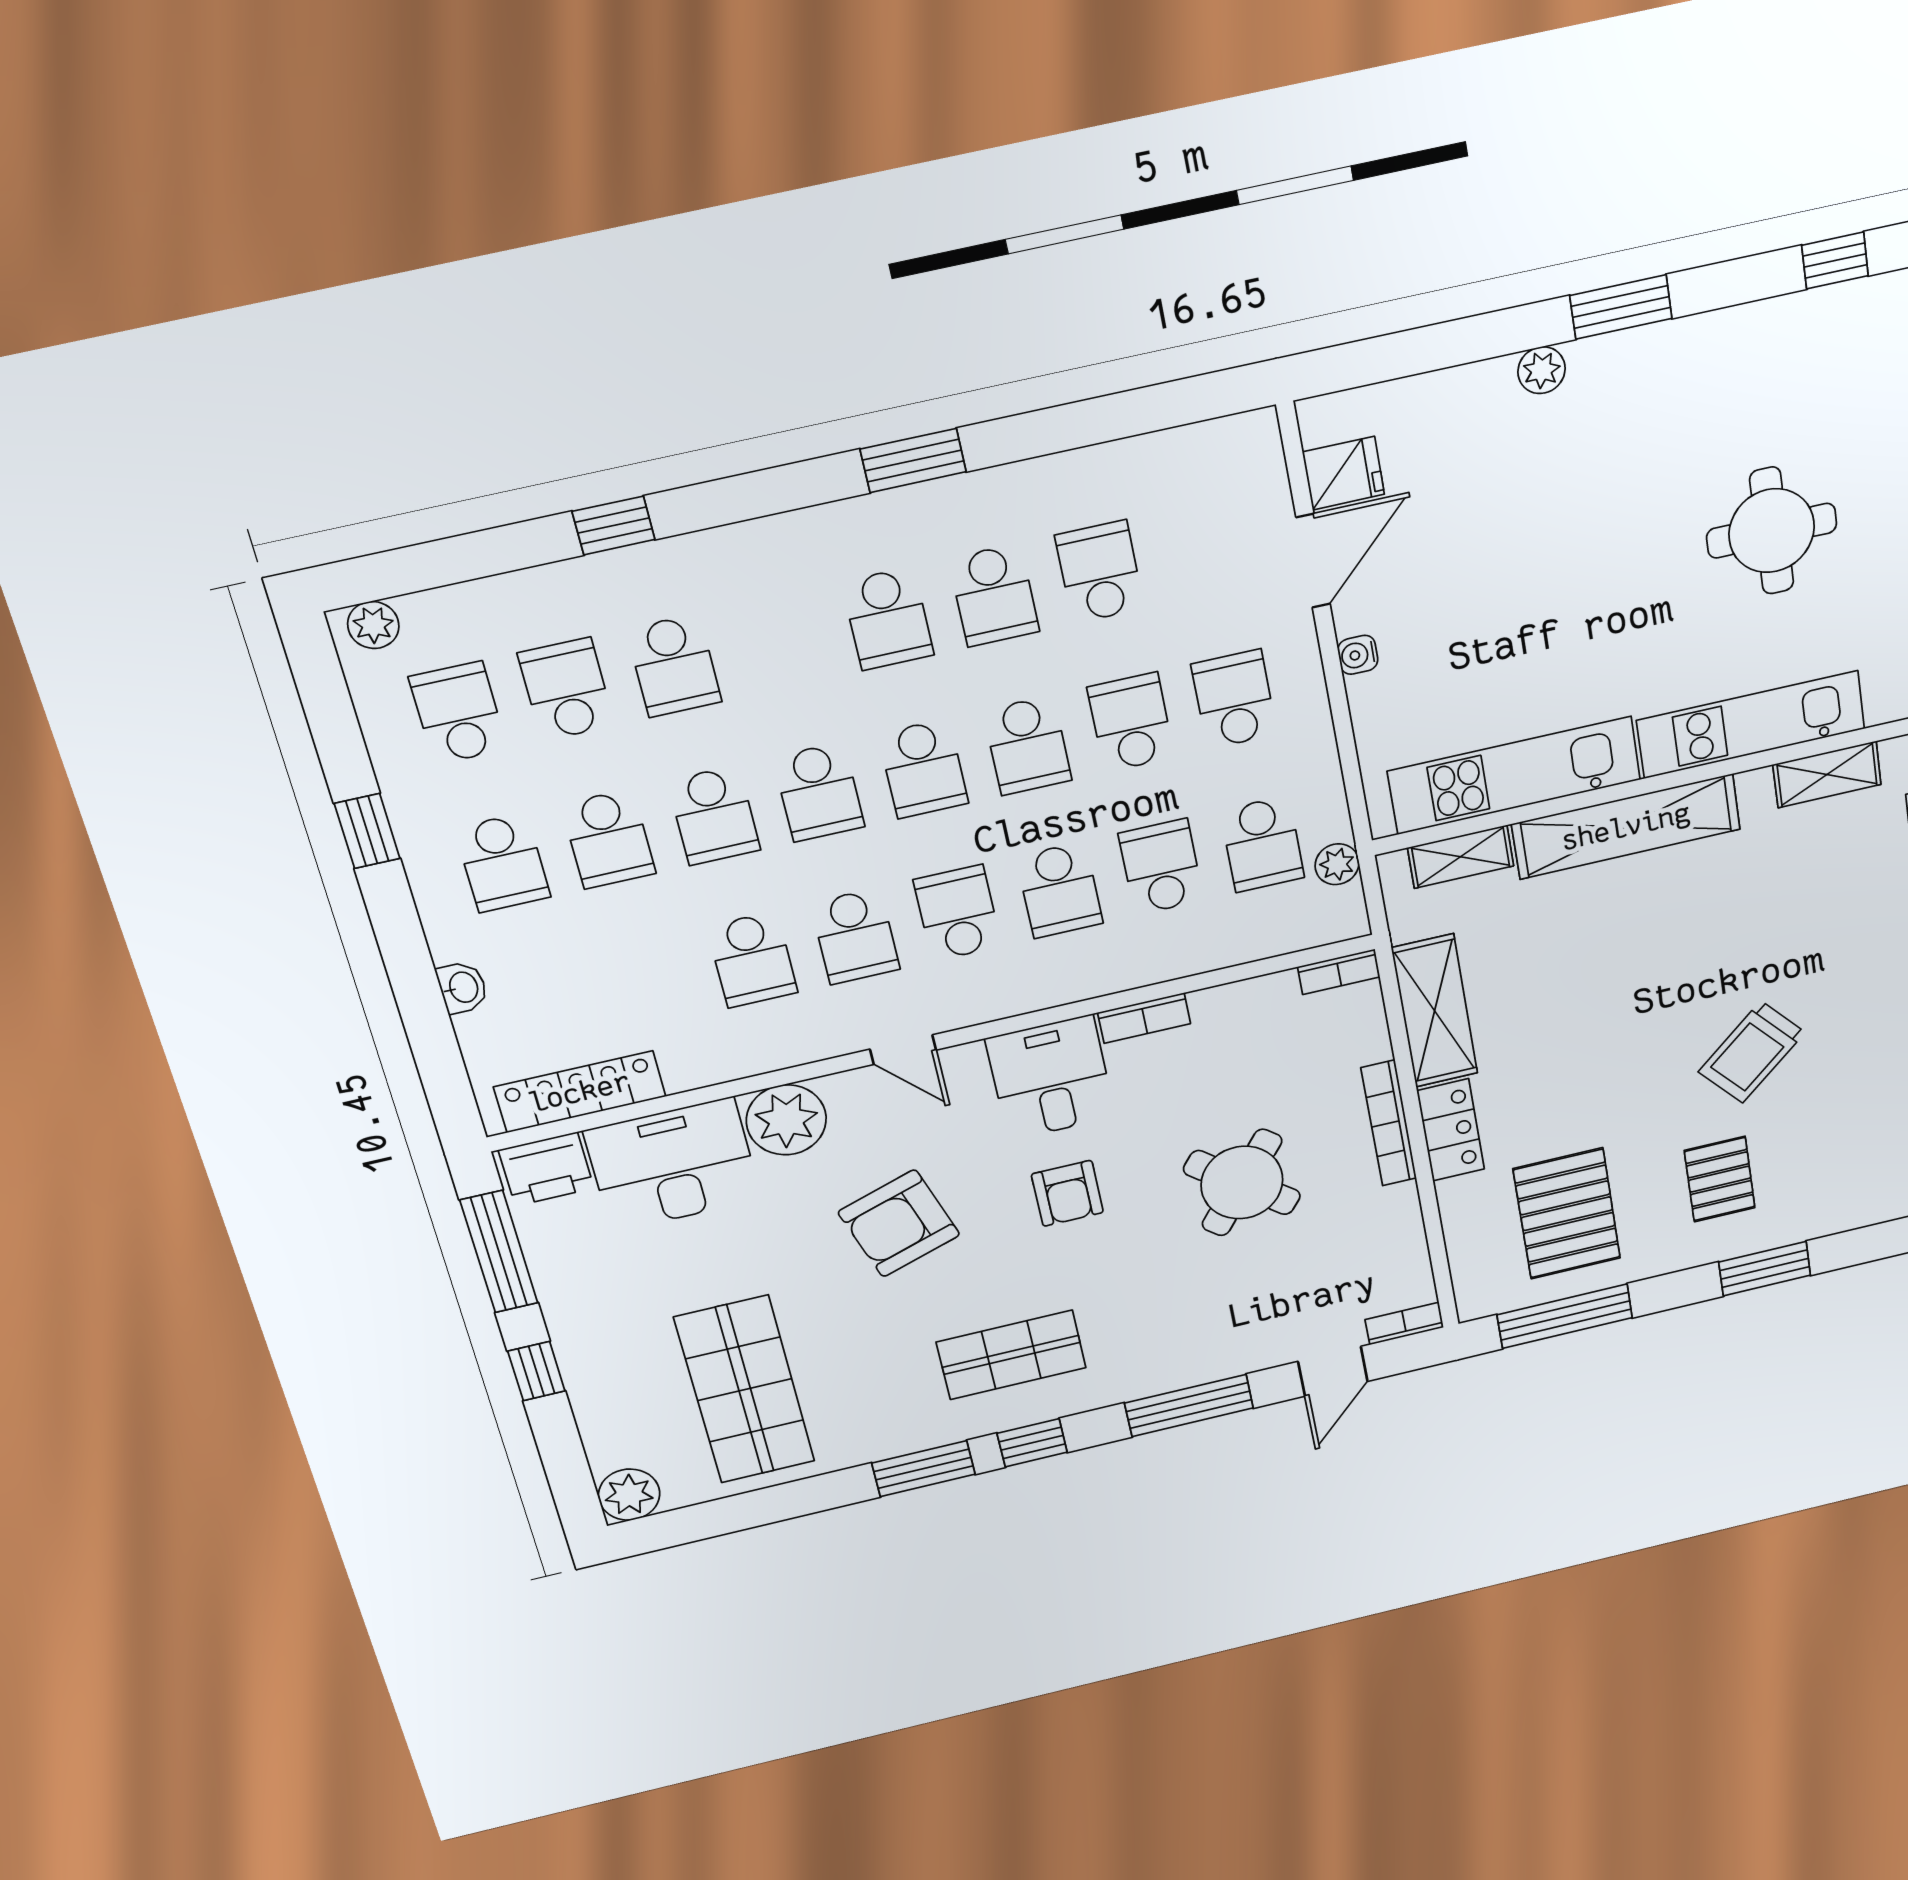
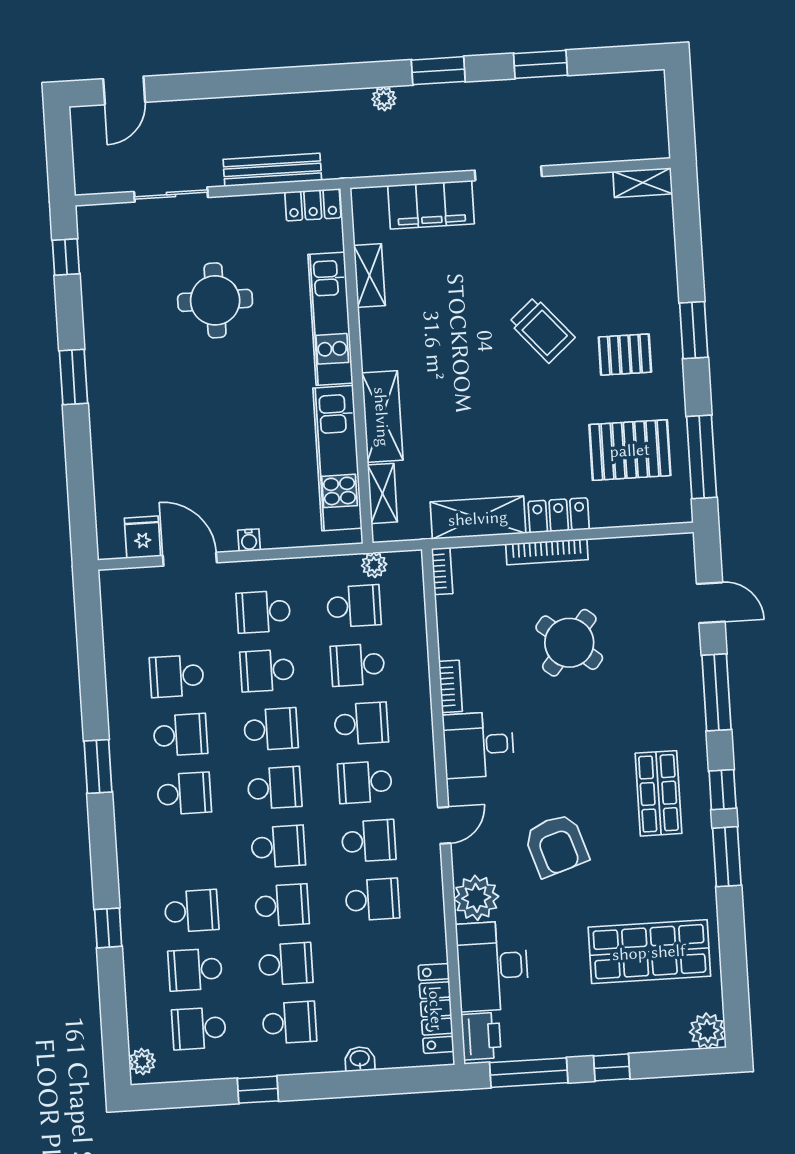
plant: (1542, 370) -> (102, 423), removed
shelving: (1626, 827) -> (382, 417), width x0.68
armchair: (1067, 1193) -> (556, 745), removed
bookcase: (1404, 1324) -> (686, 556), removed

